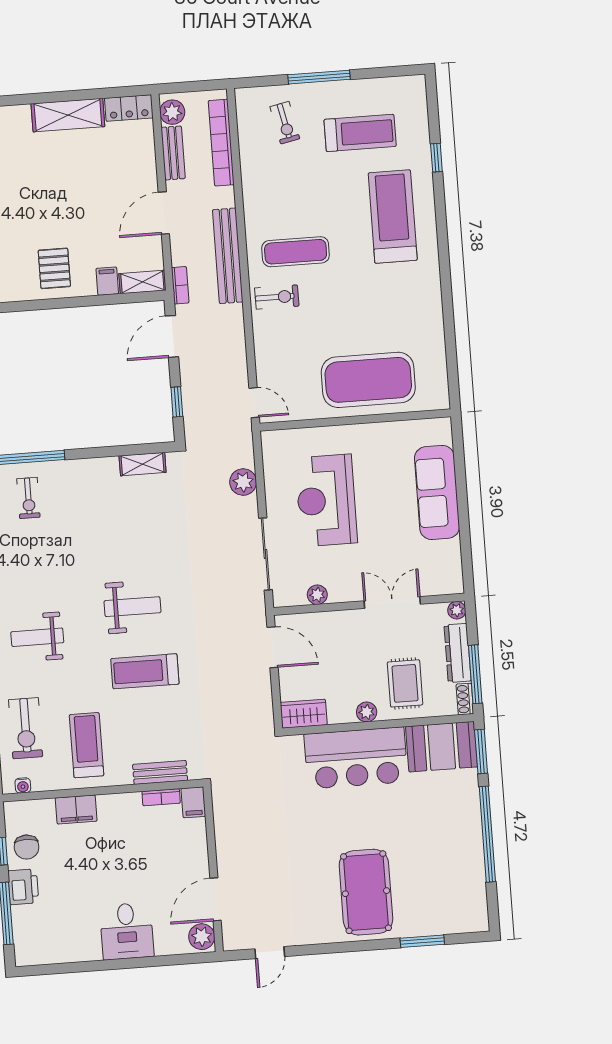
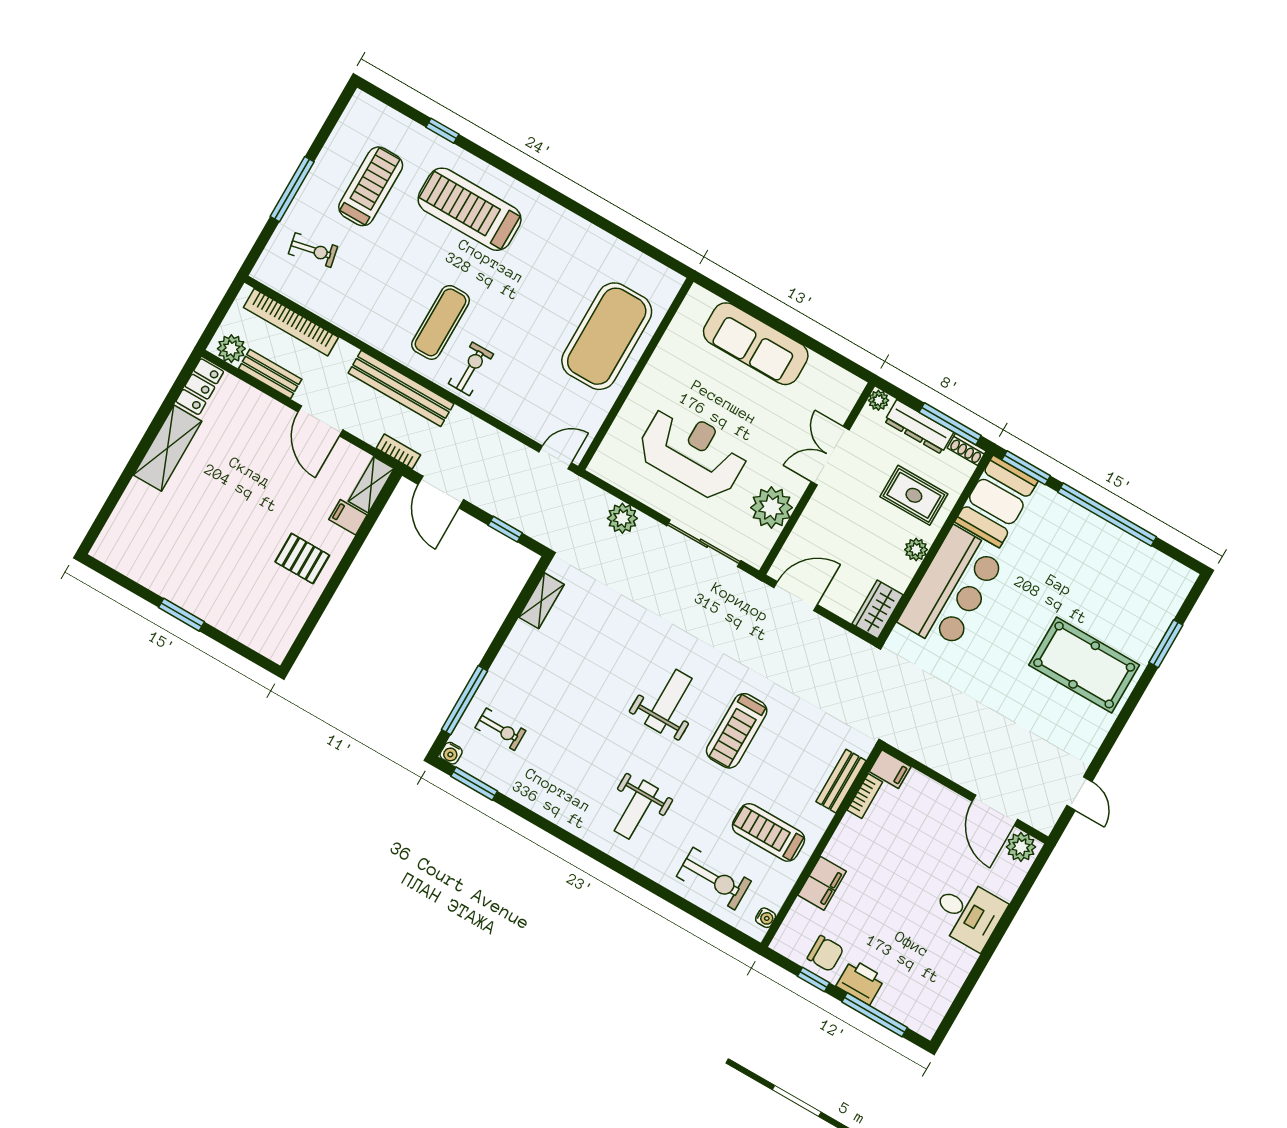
reception desk: (326, 500) -> (693, 452), turned 180
plant: (317, 595) -> (771, 508), width x1.87, depth x1.87

